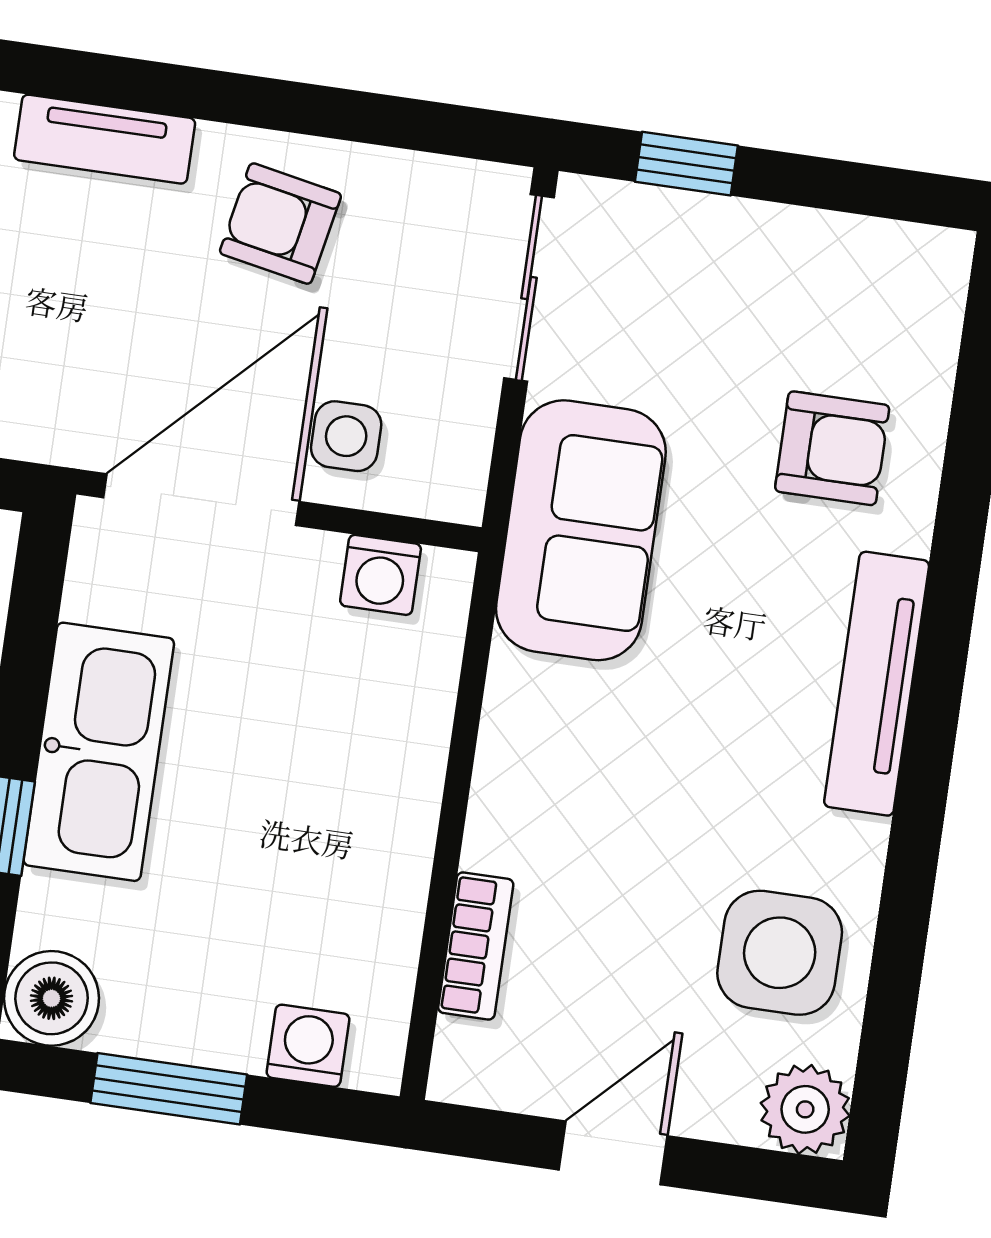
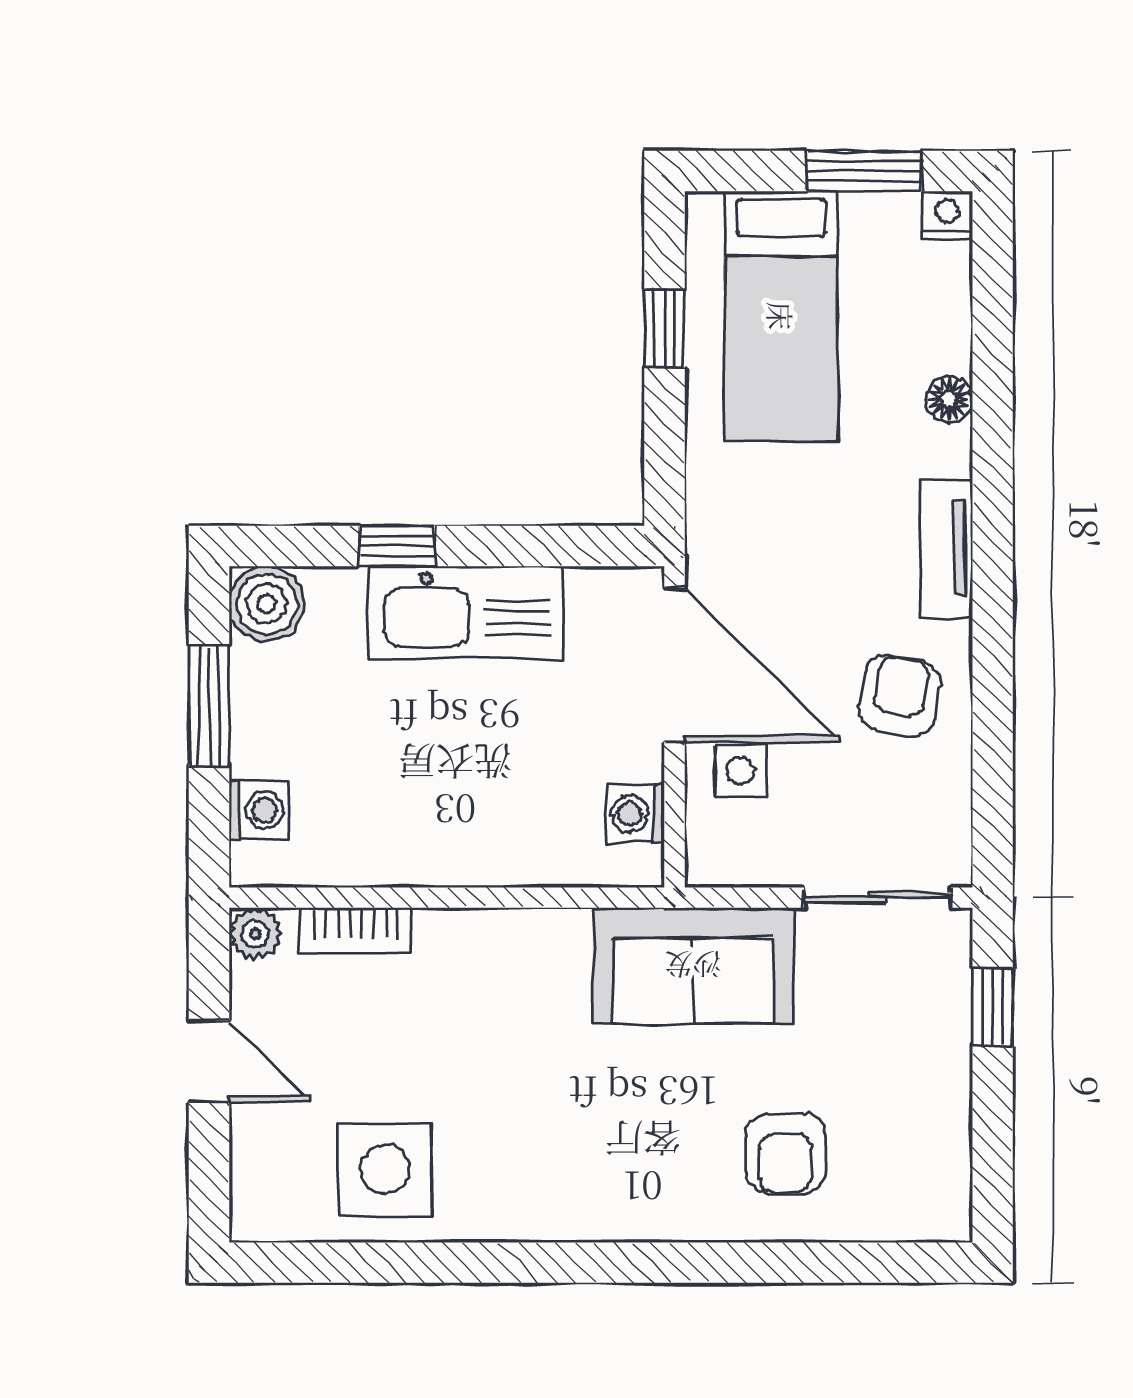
tv unit: (877, 684) -> (607, 1215), removed
plant: (805, 1109) -> (255, 934), moved, width x0.73, depth x0.73

